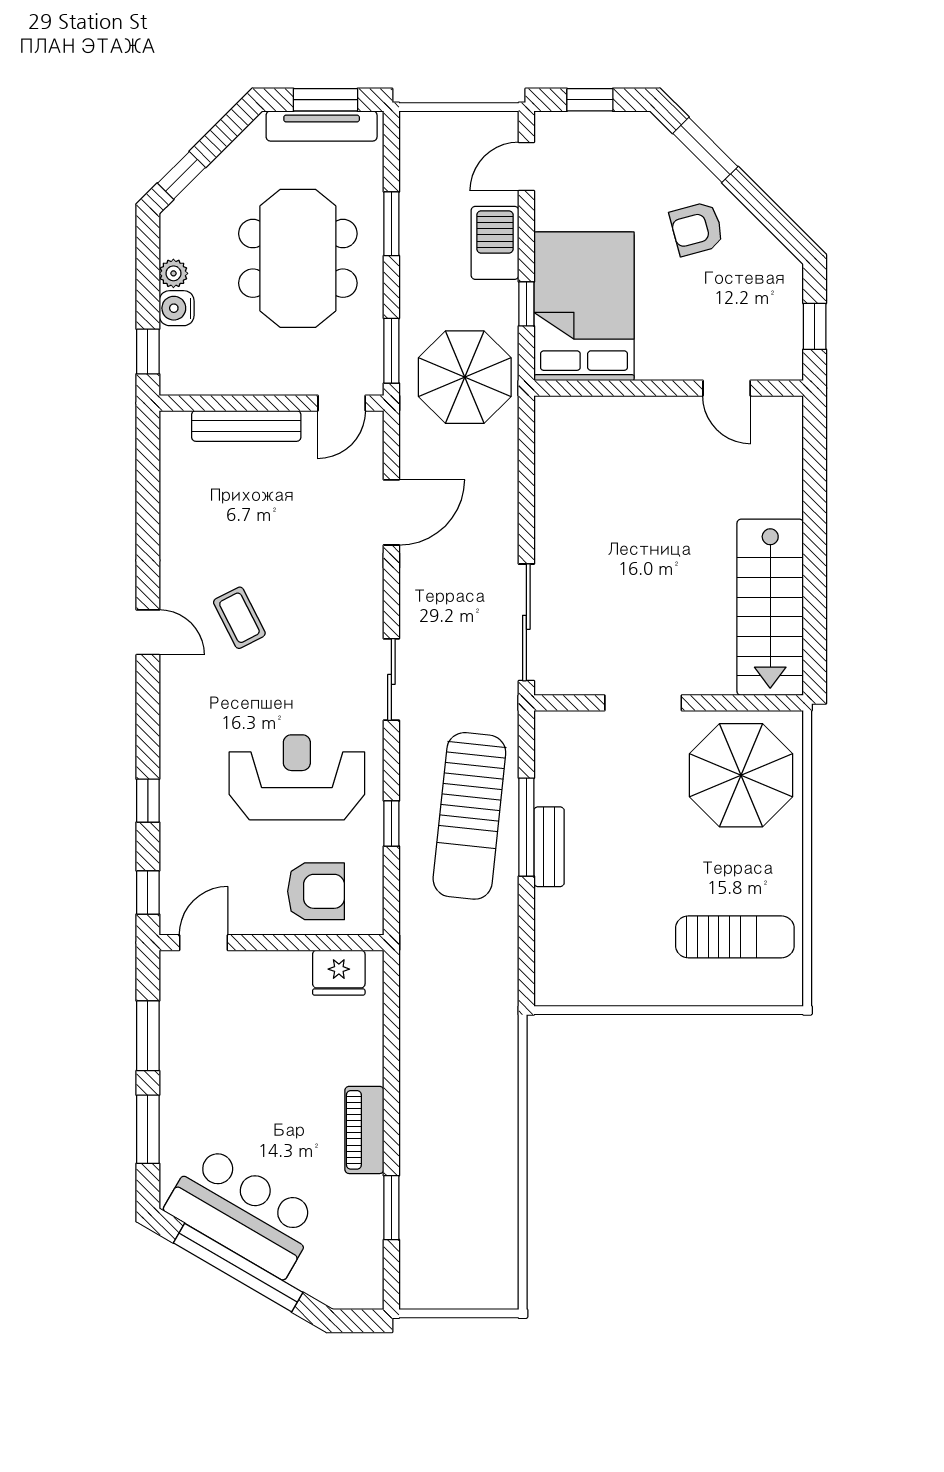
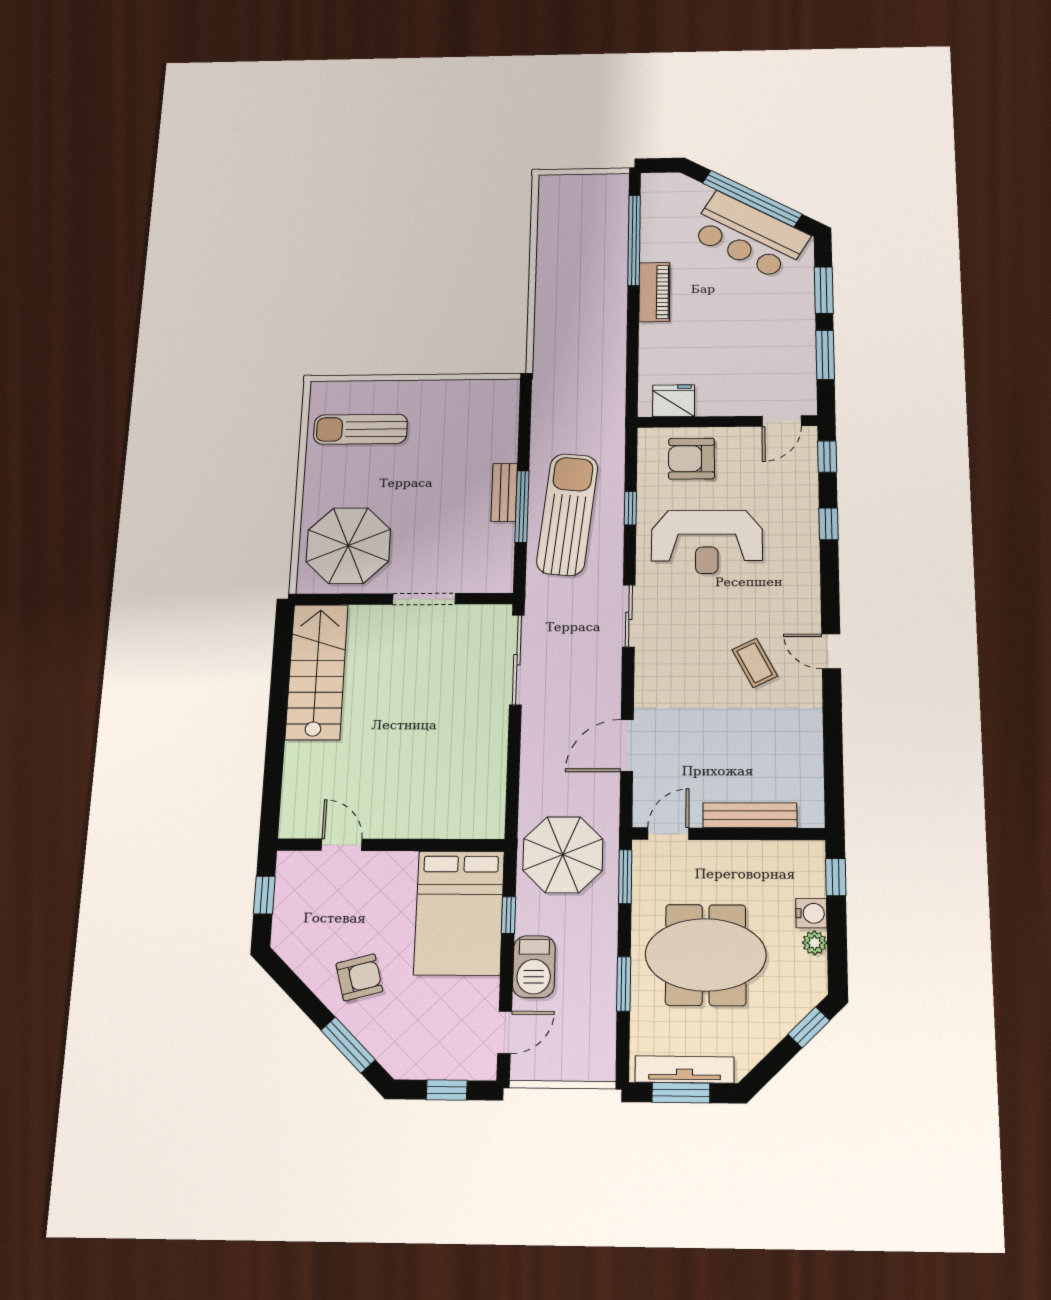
meeting table: (298, 258) -> (706, 955), turned 90
window: (391, 1208) -> (634, 240), width x2.11

